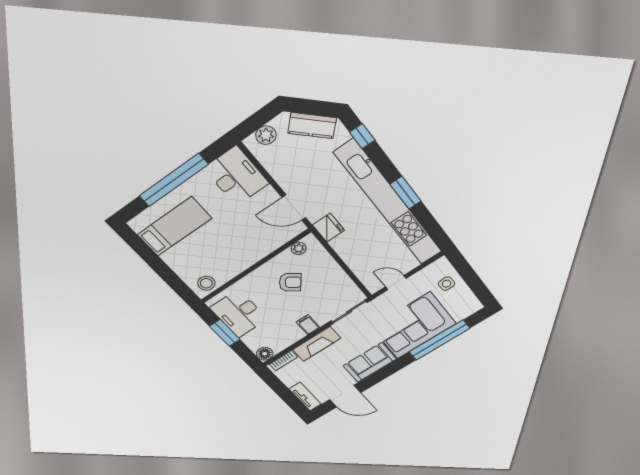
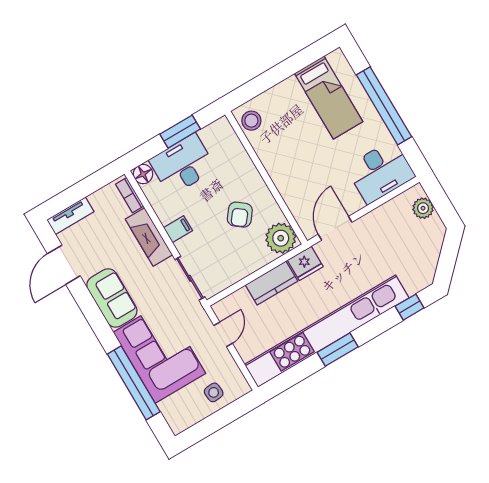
kitchen counter: (312, 126) -> (271, 283), moved, turned -135
plant: (299, 248) -> (281, 238), width x1.88, depth x1.88
desk: (239, 313) -> (183, 165), moved

